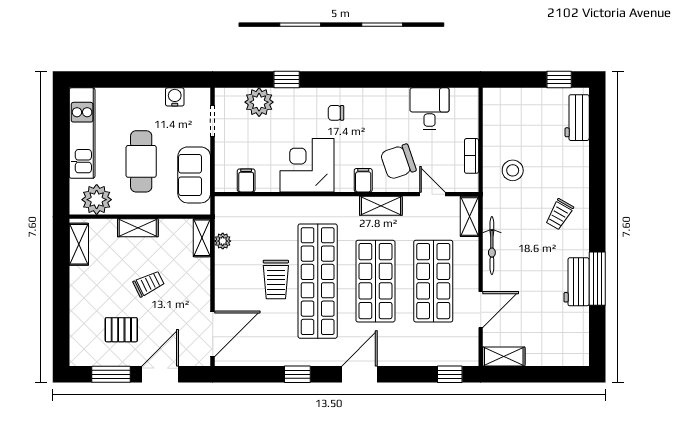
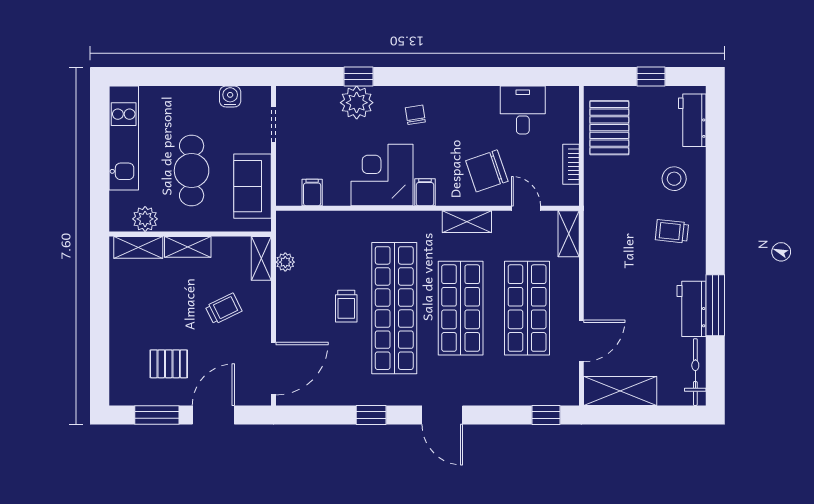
window: (559, 80) -> (651, 77), moved
plant: (259, 102) -> (357, 103), moved
chair: (336, 113) -> (415, 115), turned 81
pallet: (505, 124) -> (609, 128), added
stool: (513, 170) -> (674, 179), moved
filing cabinet: (363, 180) -> (425, 192), moved
plant: (97, 200) -> (145, 219), width x0.73, depth x0.73
trolley: (559, 214) -> (672, 231), turned 66
shelving: (79, 244) -> (138, 247), moved, turned 90
bicycle: (492, 246) -> (695, 372), moved, turned 180
trolley: (276, 279) -> (346, 306), width x0.73, depth x0.72
trolley: (149, 284) -> (224, 309), moved
shelving: (504, 357) -> (620, 391), width x1.50, depth x1.33
door: (359, 374) -> (442, 415), swing flipped

